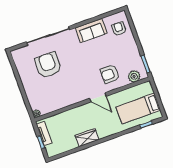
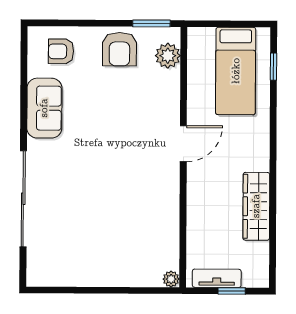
armchair: (48, 65) -> (82, 220), removed
armchair: (110, 74) -> (119, 49), moved
wardrobe: (87, 138) -> (256, 206), width x1.50

